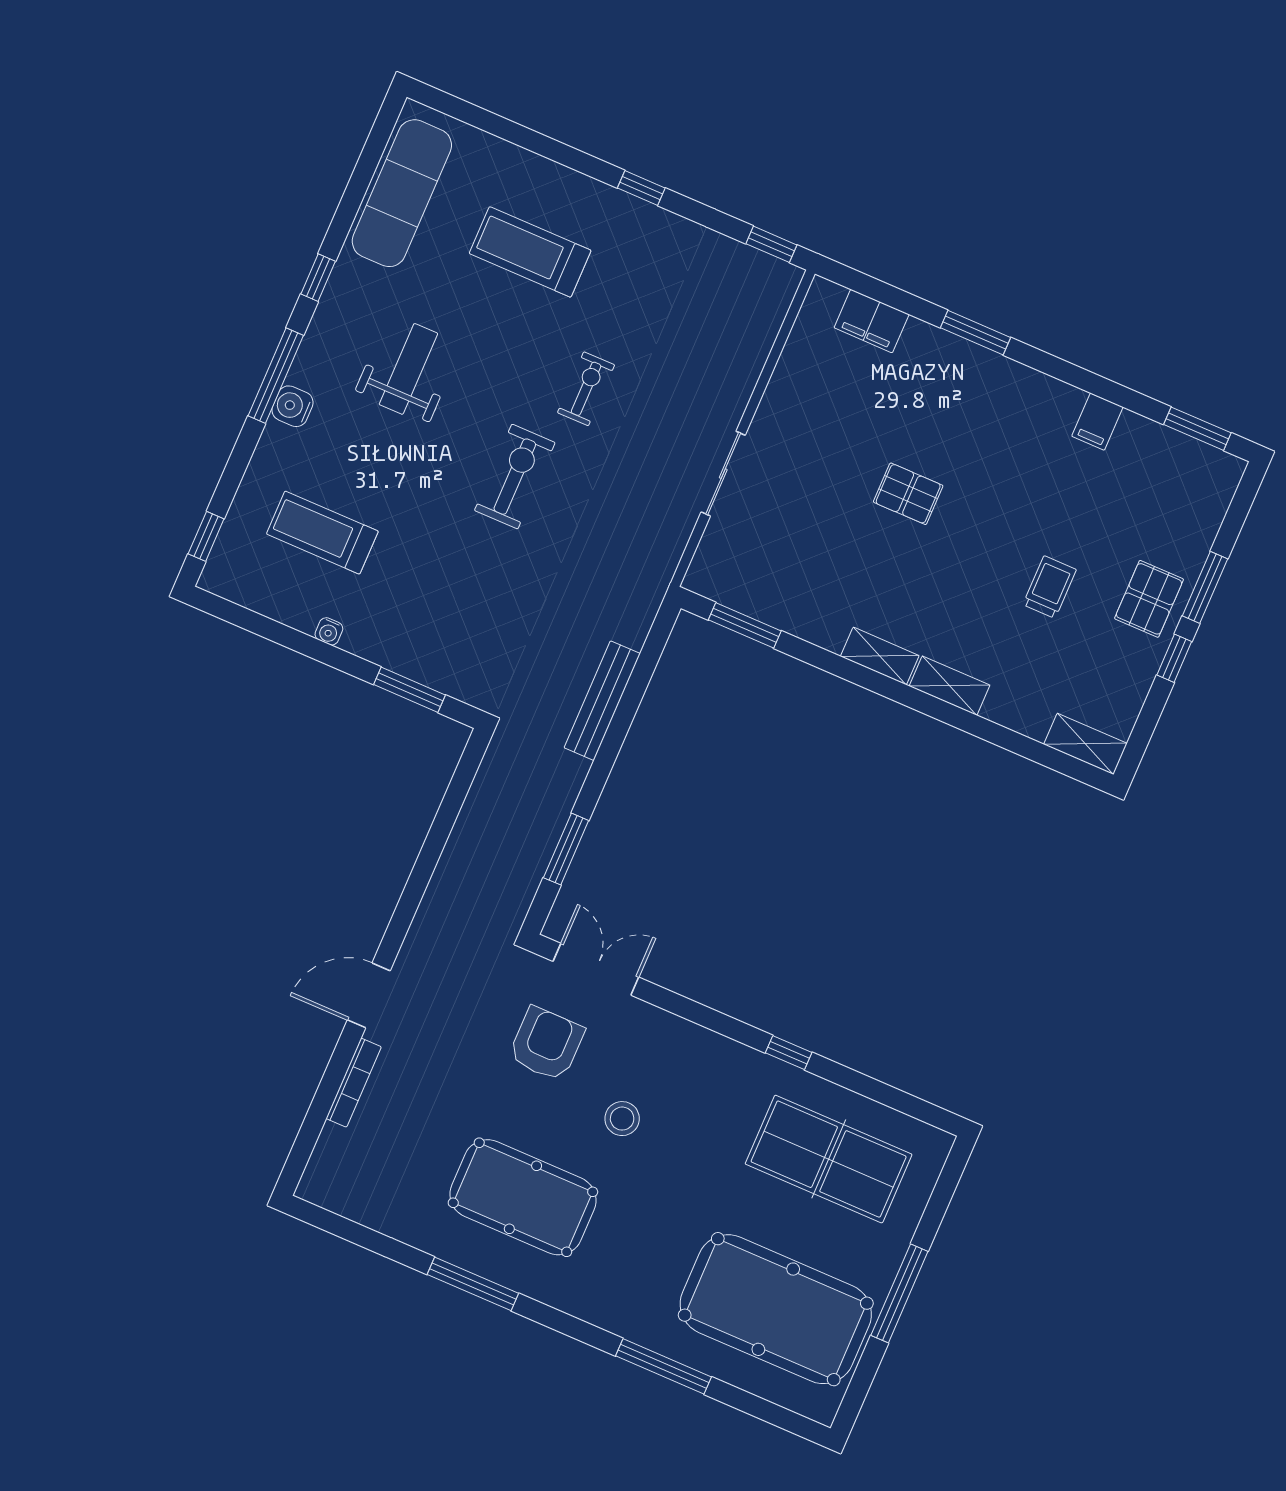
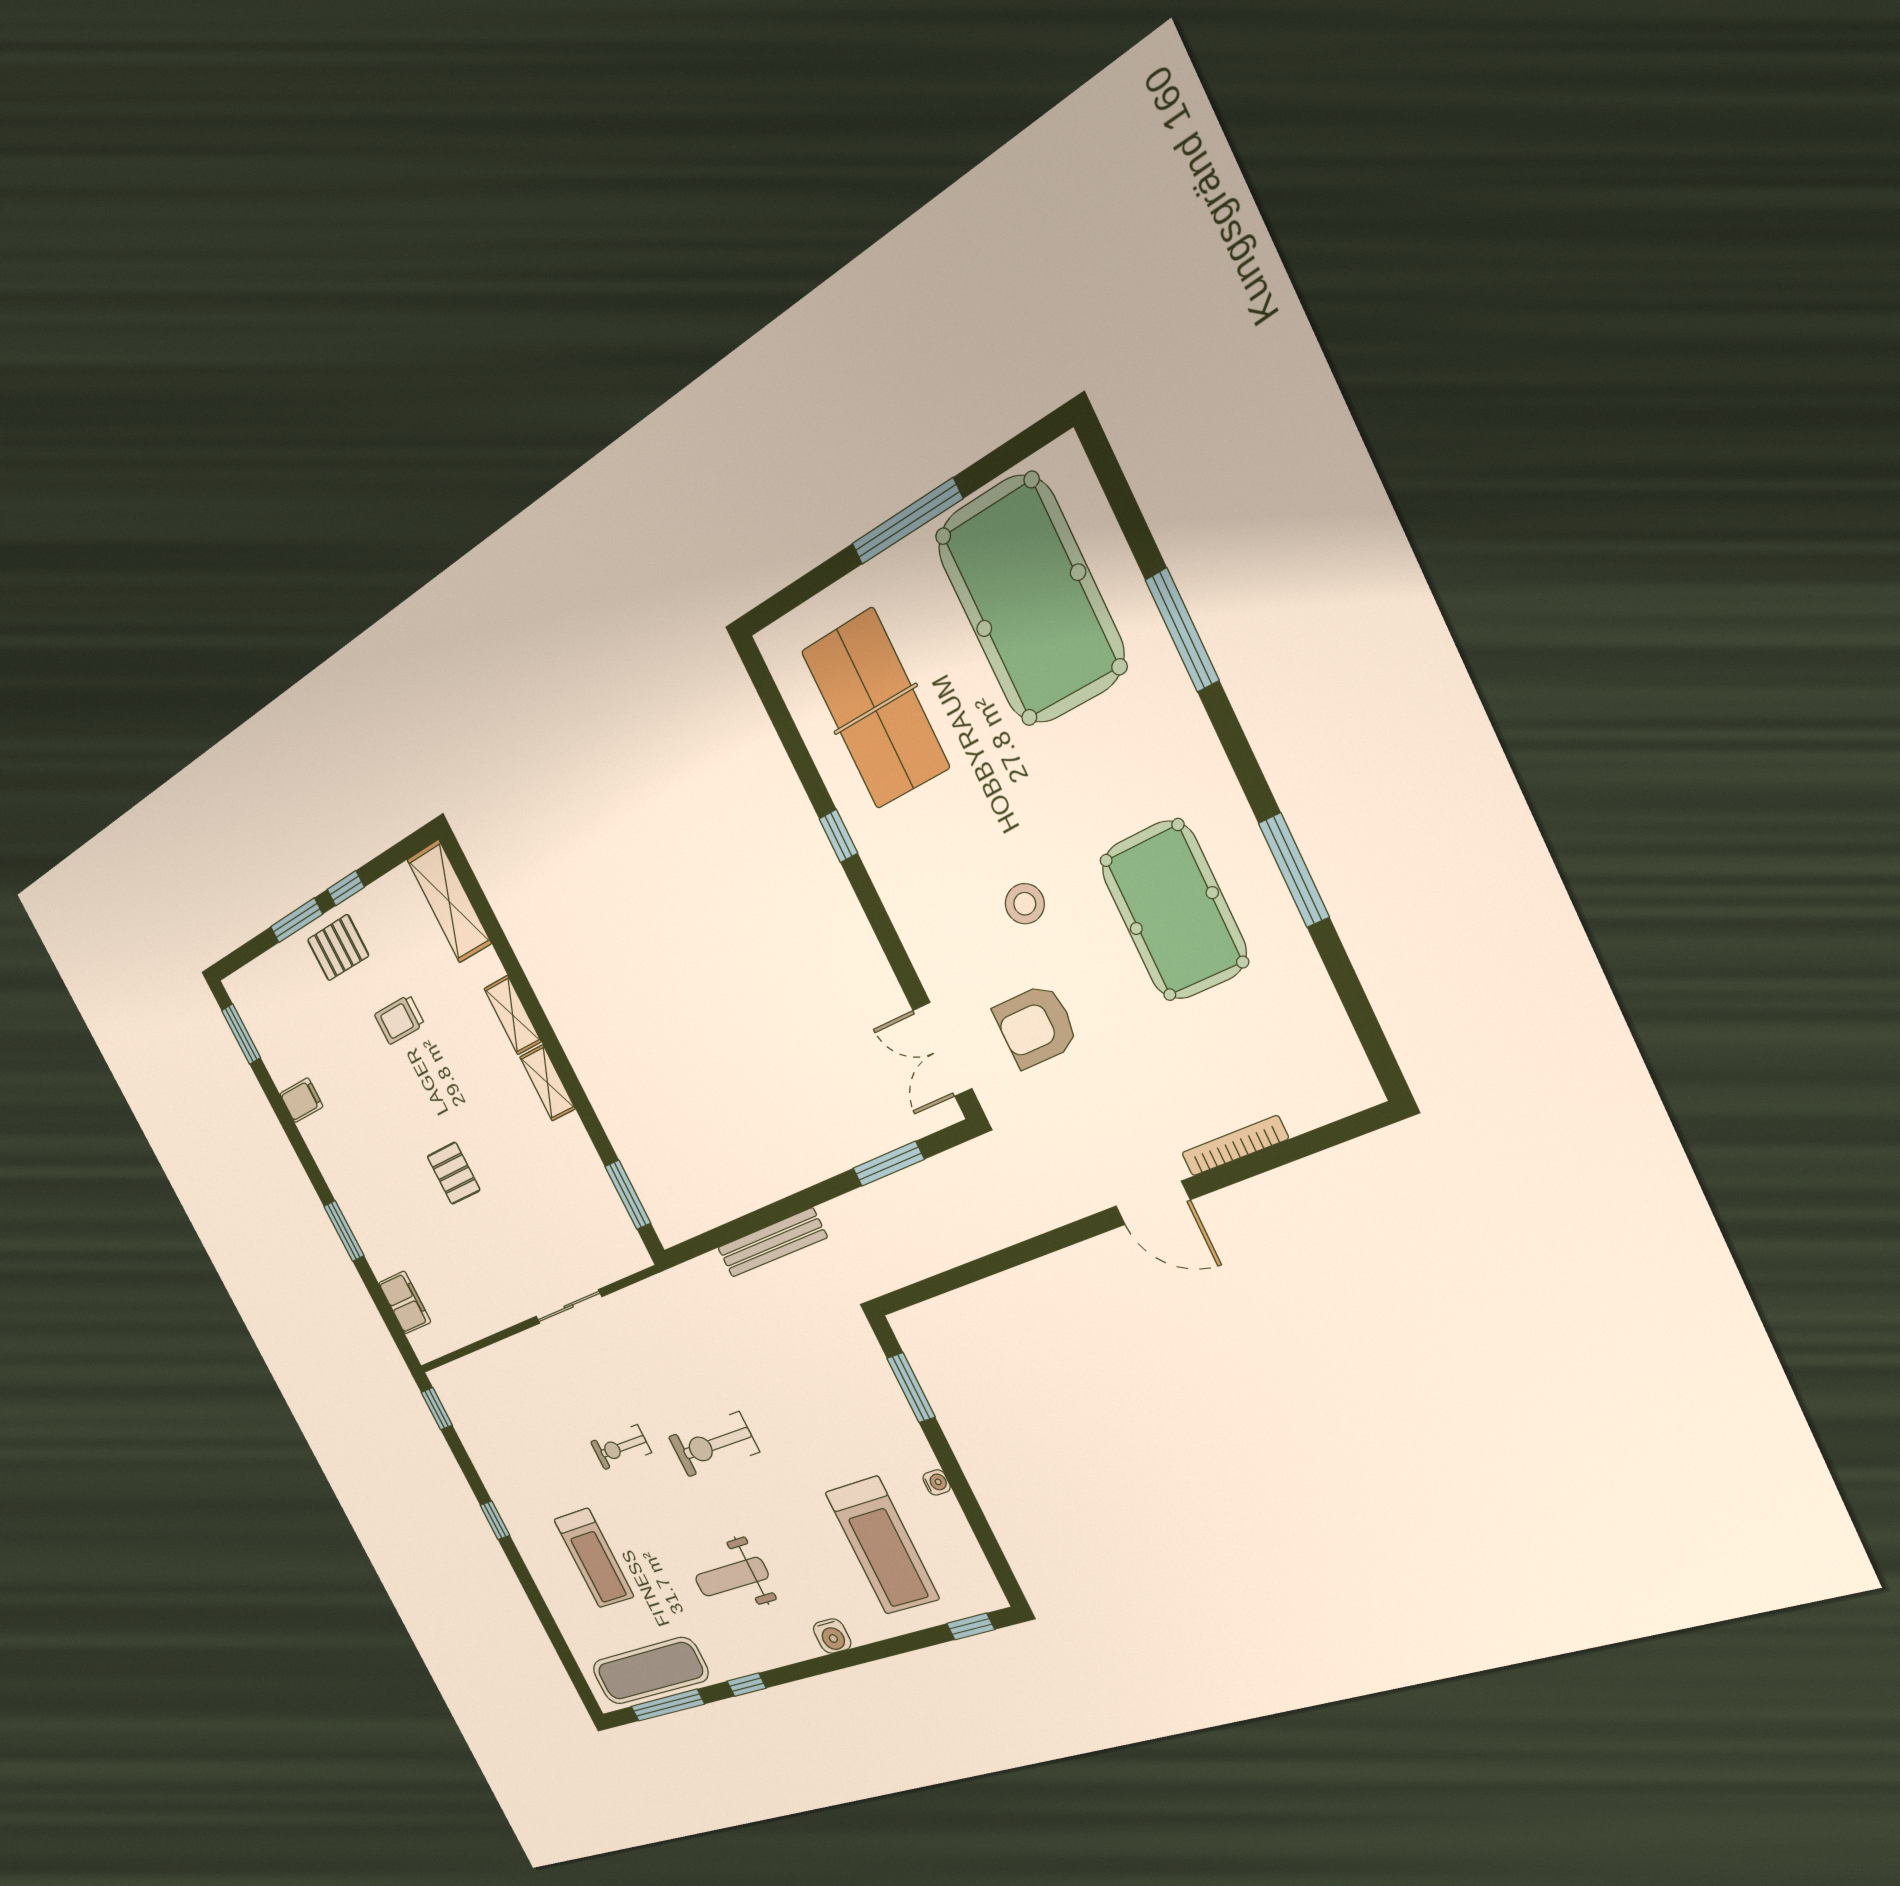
window: (276, 376) -> (668, 1705), moved
treadmill: (322, 533) -> (882, 1546), width x1.37, depth x1.38
shelving: (1085, 744) -> (449, 901), width x1.50, depth x1.33

